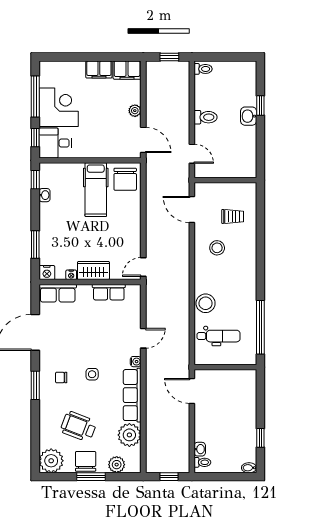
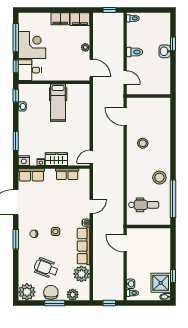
chair: (125, 179) -> (79, 95), removed
trolley: (233, 216) -> (154, 121), removed
stool: (206, 303) -> (159, 178), moved
shower: (243, 448) -> (161, 283), added

